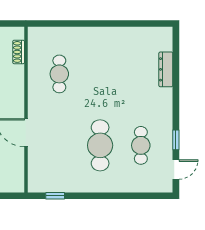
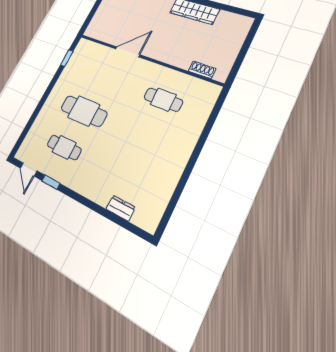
dresser: (166, 69) -> (121, 208), width x0.70

